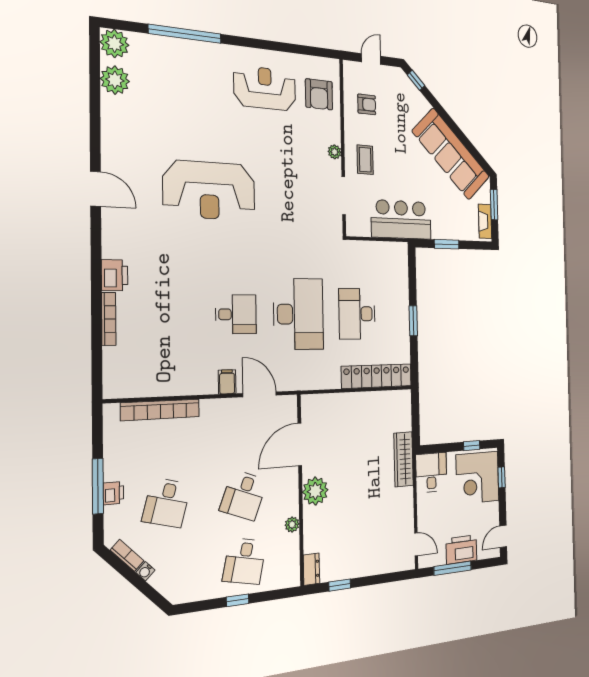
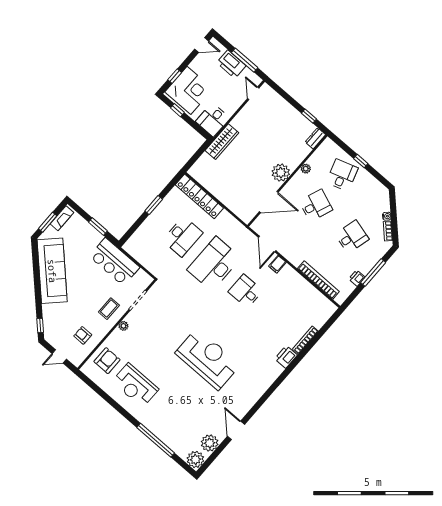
door: (96, 189) -> (236, 430), moved
printer: (113, 493) -> (357, 278), moved
desk: (245, 561) -> (342, 175), turned -30

